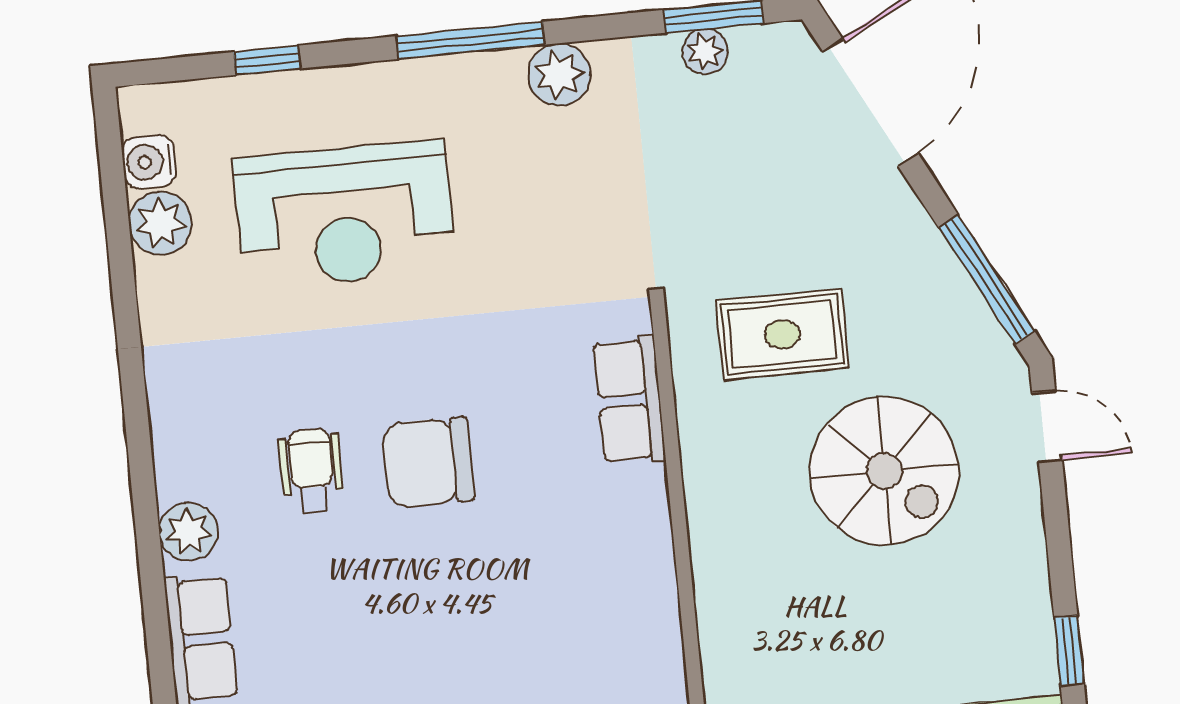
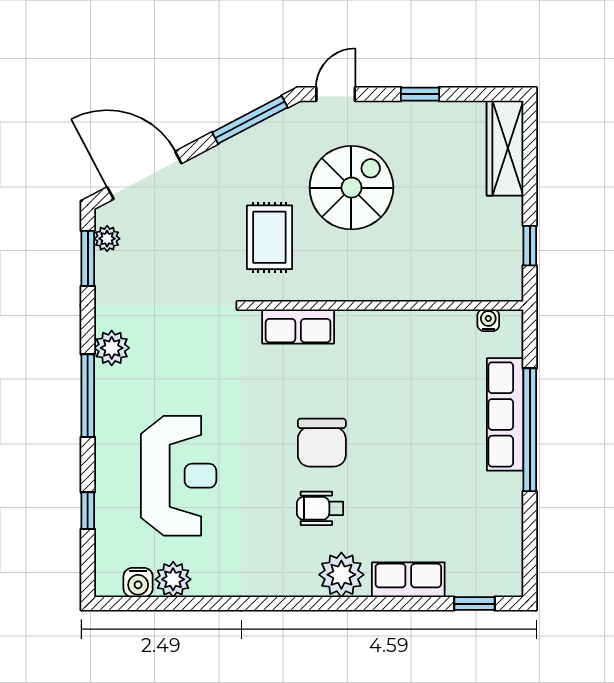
plant: (705, 52) -> (107, 239), moved
plant: (188, 532) -> (341, 575), width x1.36, depth x1.36
window: (1069, 651) -> (420, 94), moved

